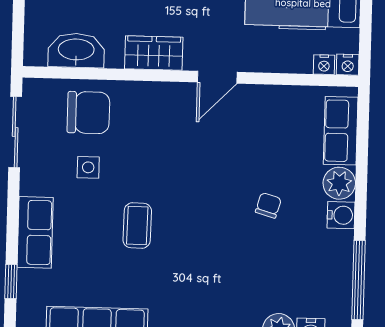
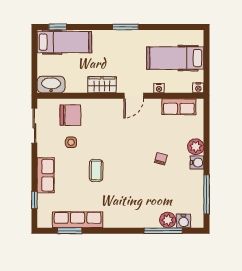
washbasin: (76, 50) -> (51, 85), moved
nightstand: (324, 65) -> (159, 88), moved
row of seats: (341, 131) -> (179, 107), moved, turned -90

